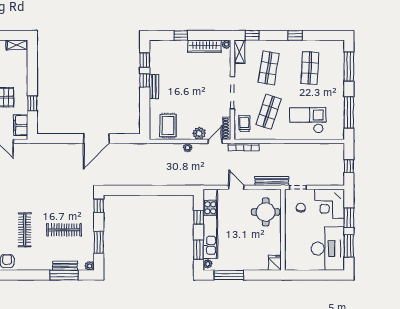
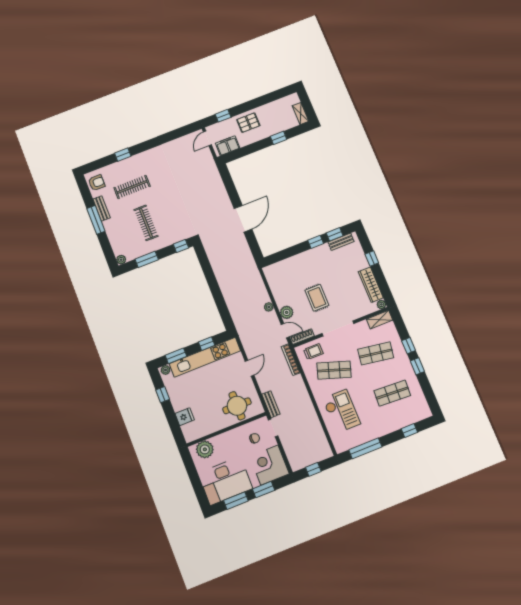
window: (252, 35) -> (409, 346), moved
window: (349, 67) -> (409, 430), width x0.46
bench: (154, 87) -> (341, 242), moved
window: (32, 103) -> (278, 138), moved
rug: (168, 126) -> (317, 298), moved, turned 90
door: (96, 139) -> (243, 219), swing flipped
bench: (272, 181) -> (271, 404), width x0.73
plant: (293, 256) -> (205, 449), added
fridge: (275, 263) -> (185, 417), moved
bench: (65, 266) -> (102, 208), moved
window: (64, 275) -> (96, 220), moved
window: (229, 275) -> (163, 395), width x0.46

